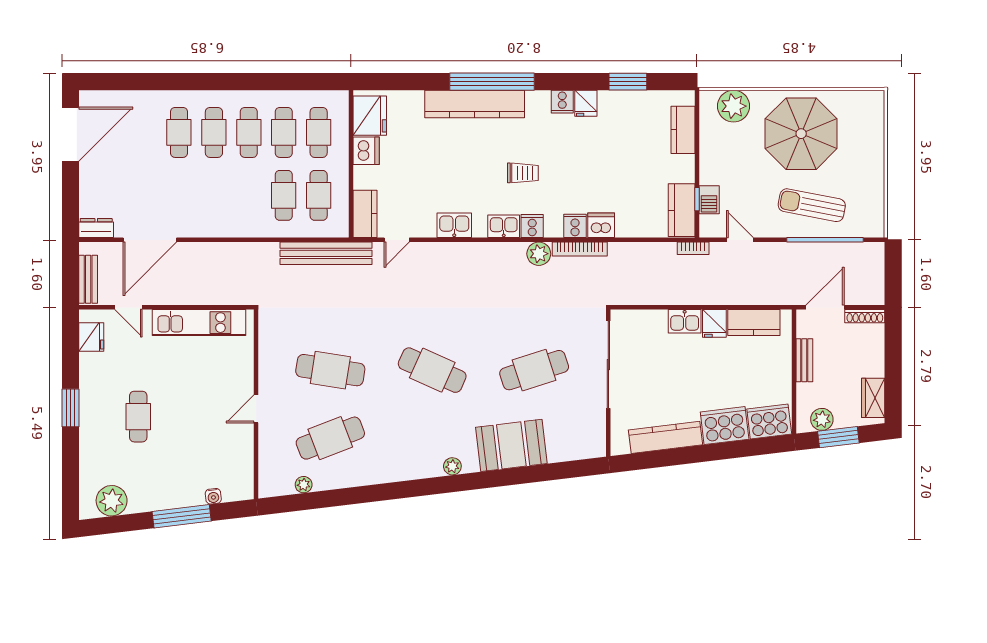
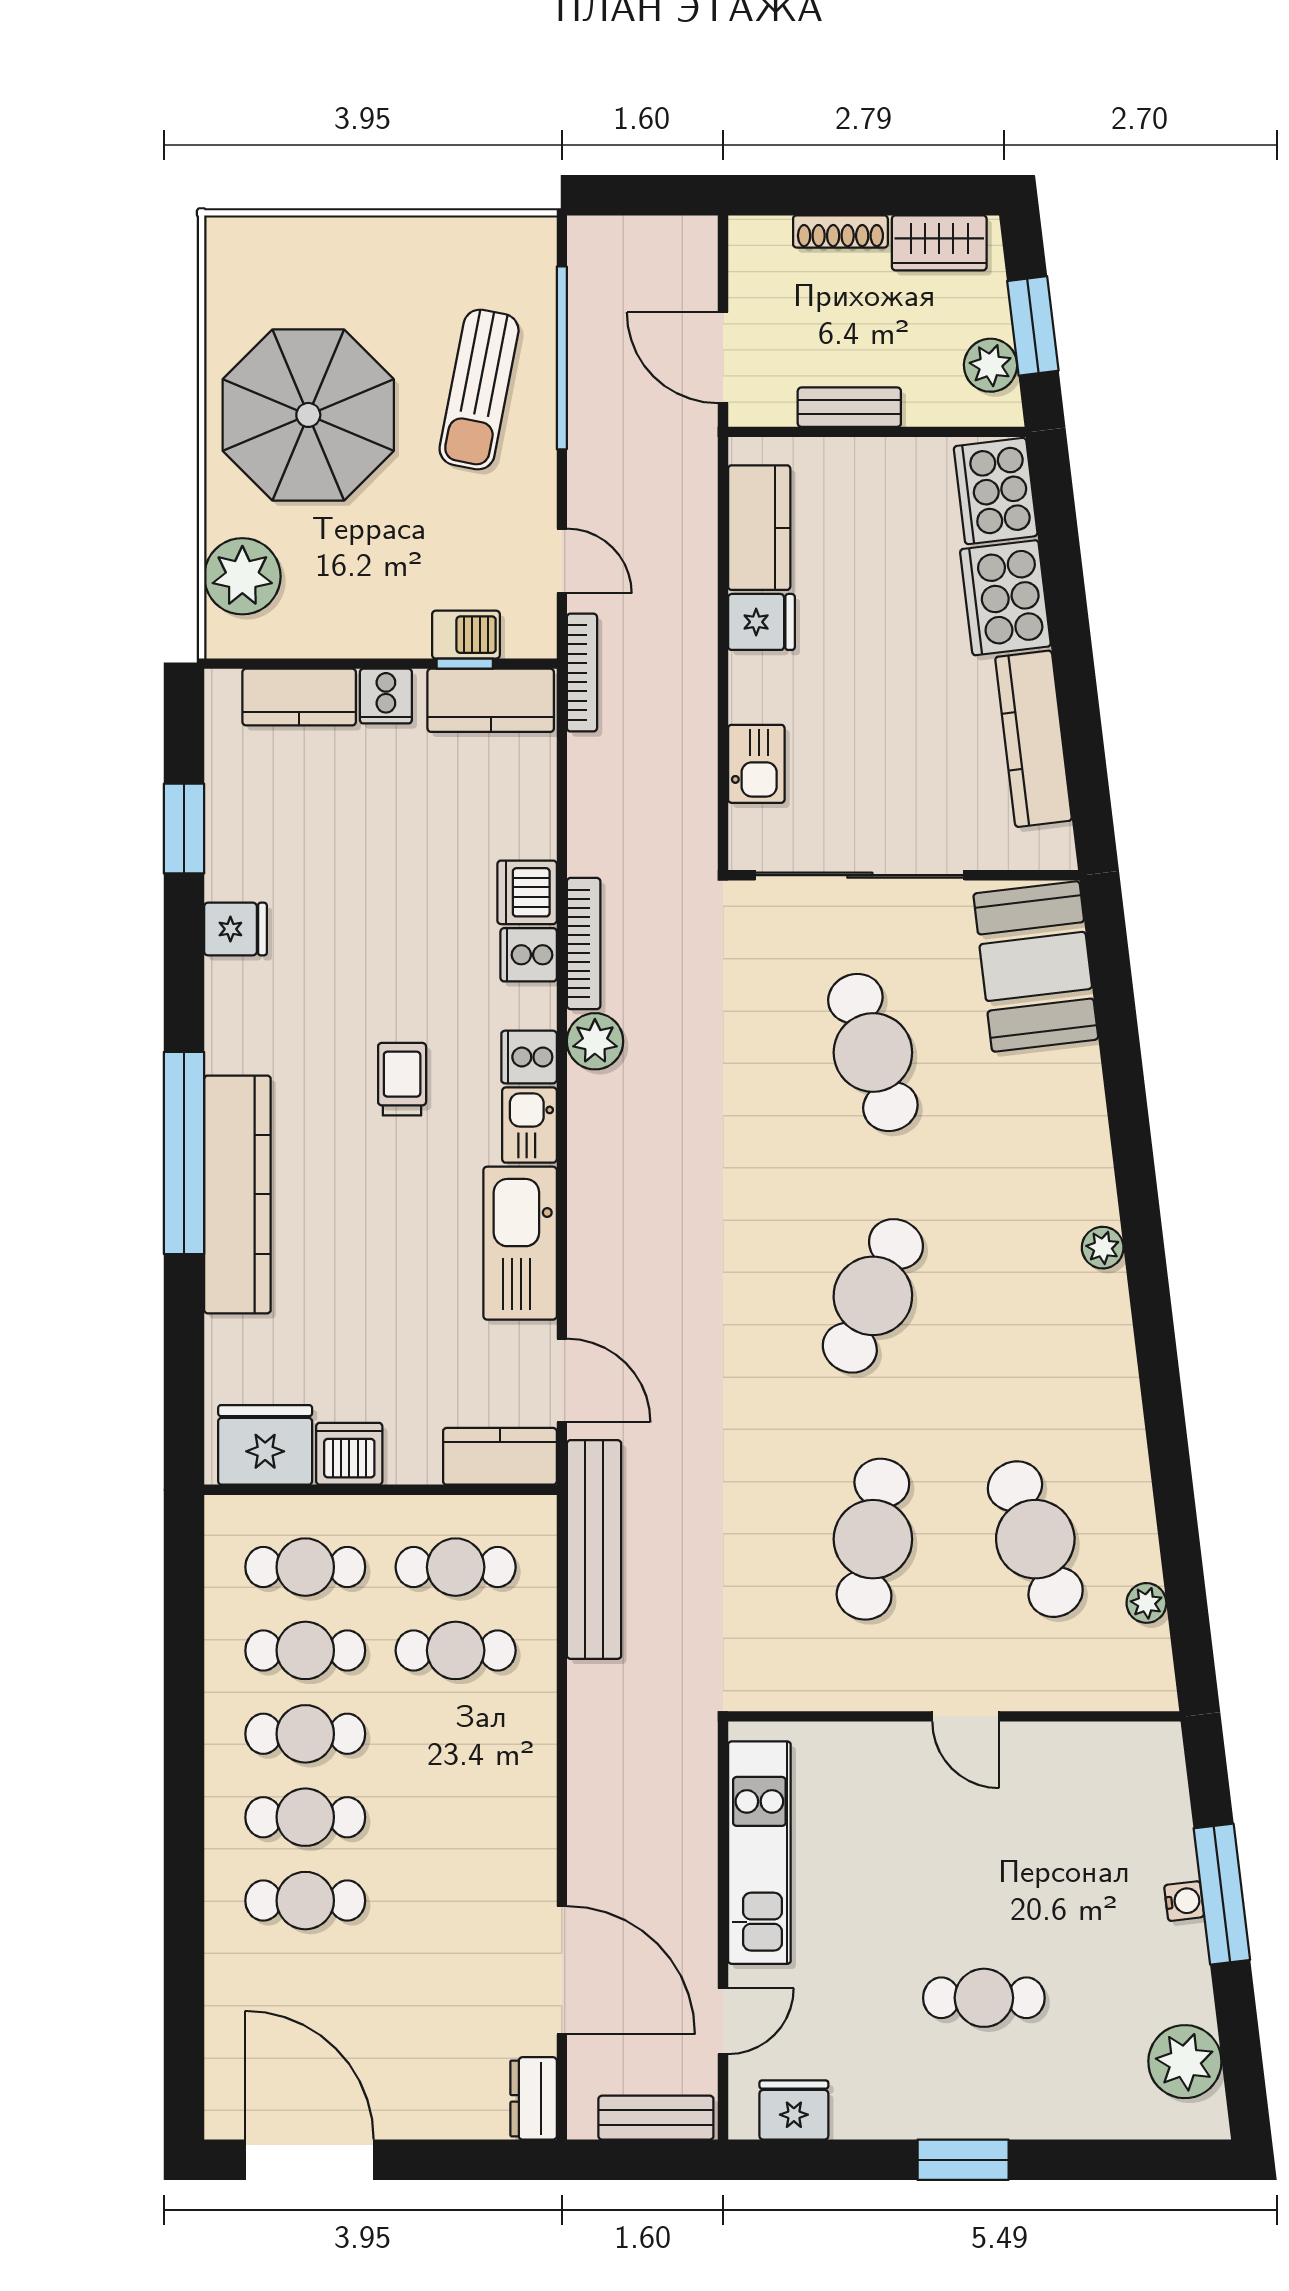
cooker: (562, 102) -> (386, 696), moved, turned 90
kitchen sink: (454, 225) -> (520, 1243), width x1.88, depth x1.24
door: (397, 240) -> (562, 1381), width x1.38
door: (740, 240) -> (562, 561), swing flipped
bookcase: (693, 248) -> (582, 673), width x1.56
shoe rack: (865, 316) -> (840, 231), moved, turned 90
kitchen sink: (685, 321) -> (756, 764), moved
booth: (511, 445) -> (1036, 966), moved
water cooler: (213, 496) -> (1184, 1901), moved

